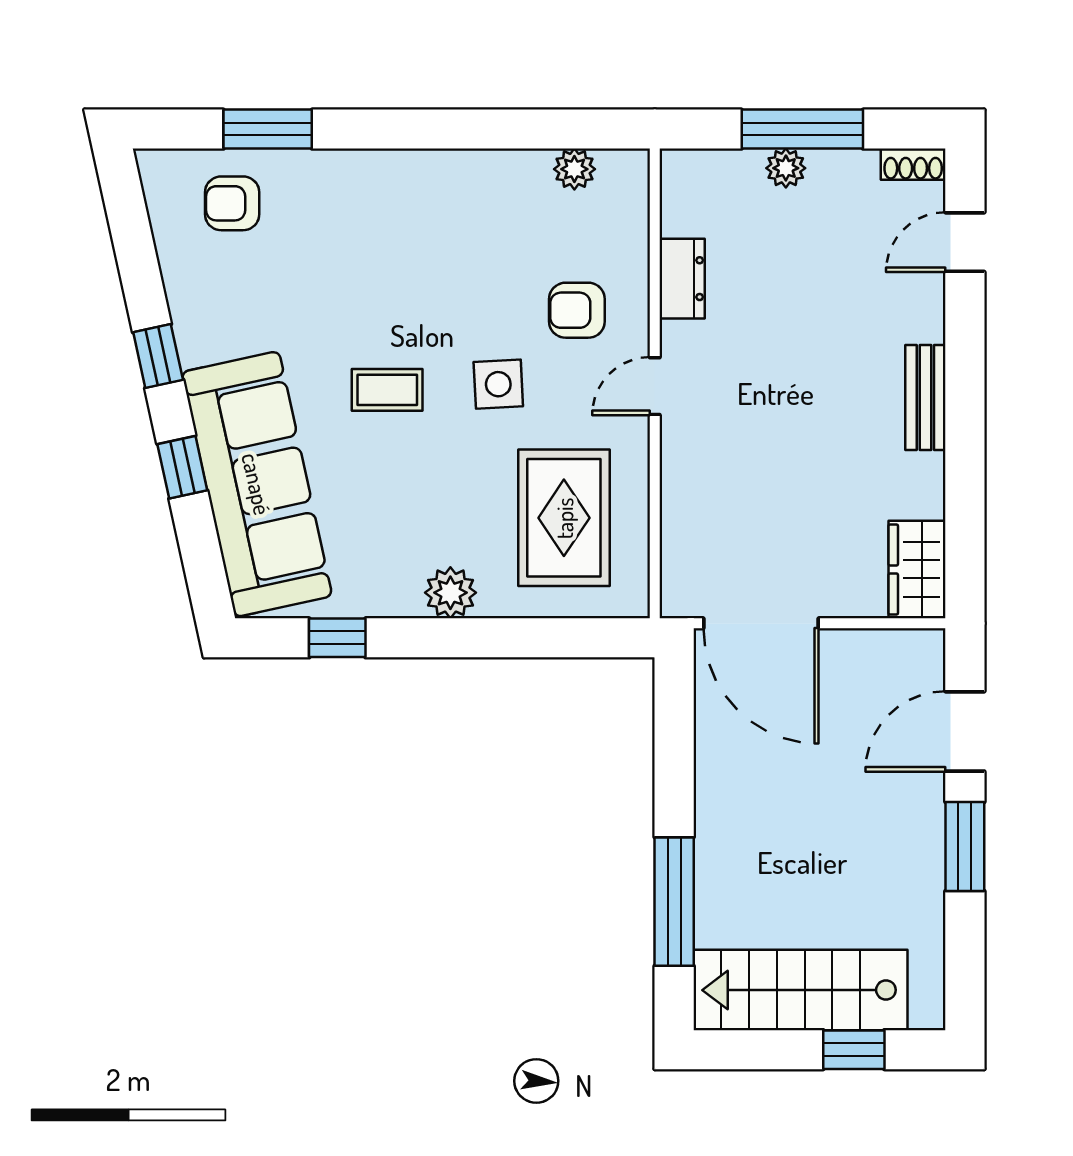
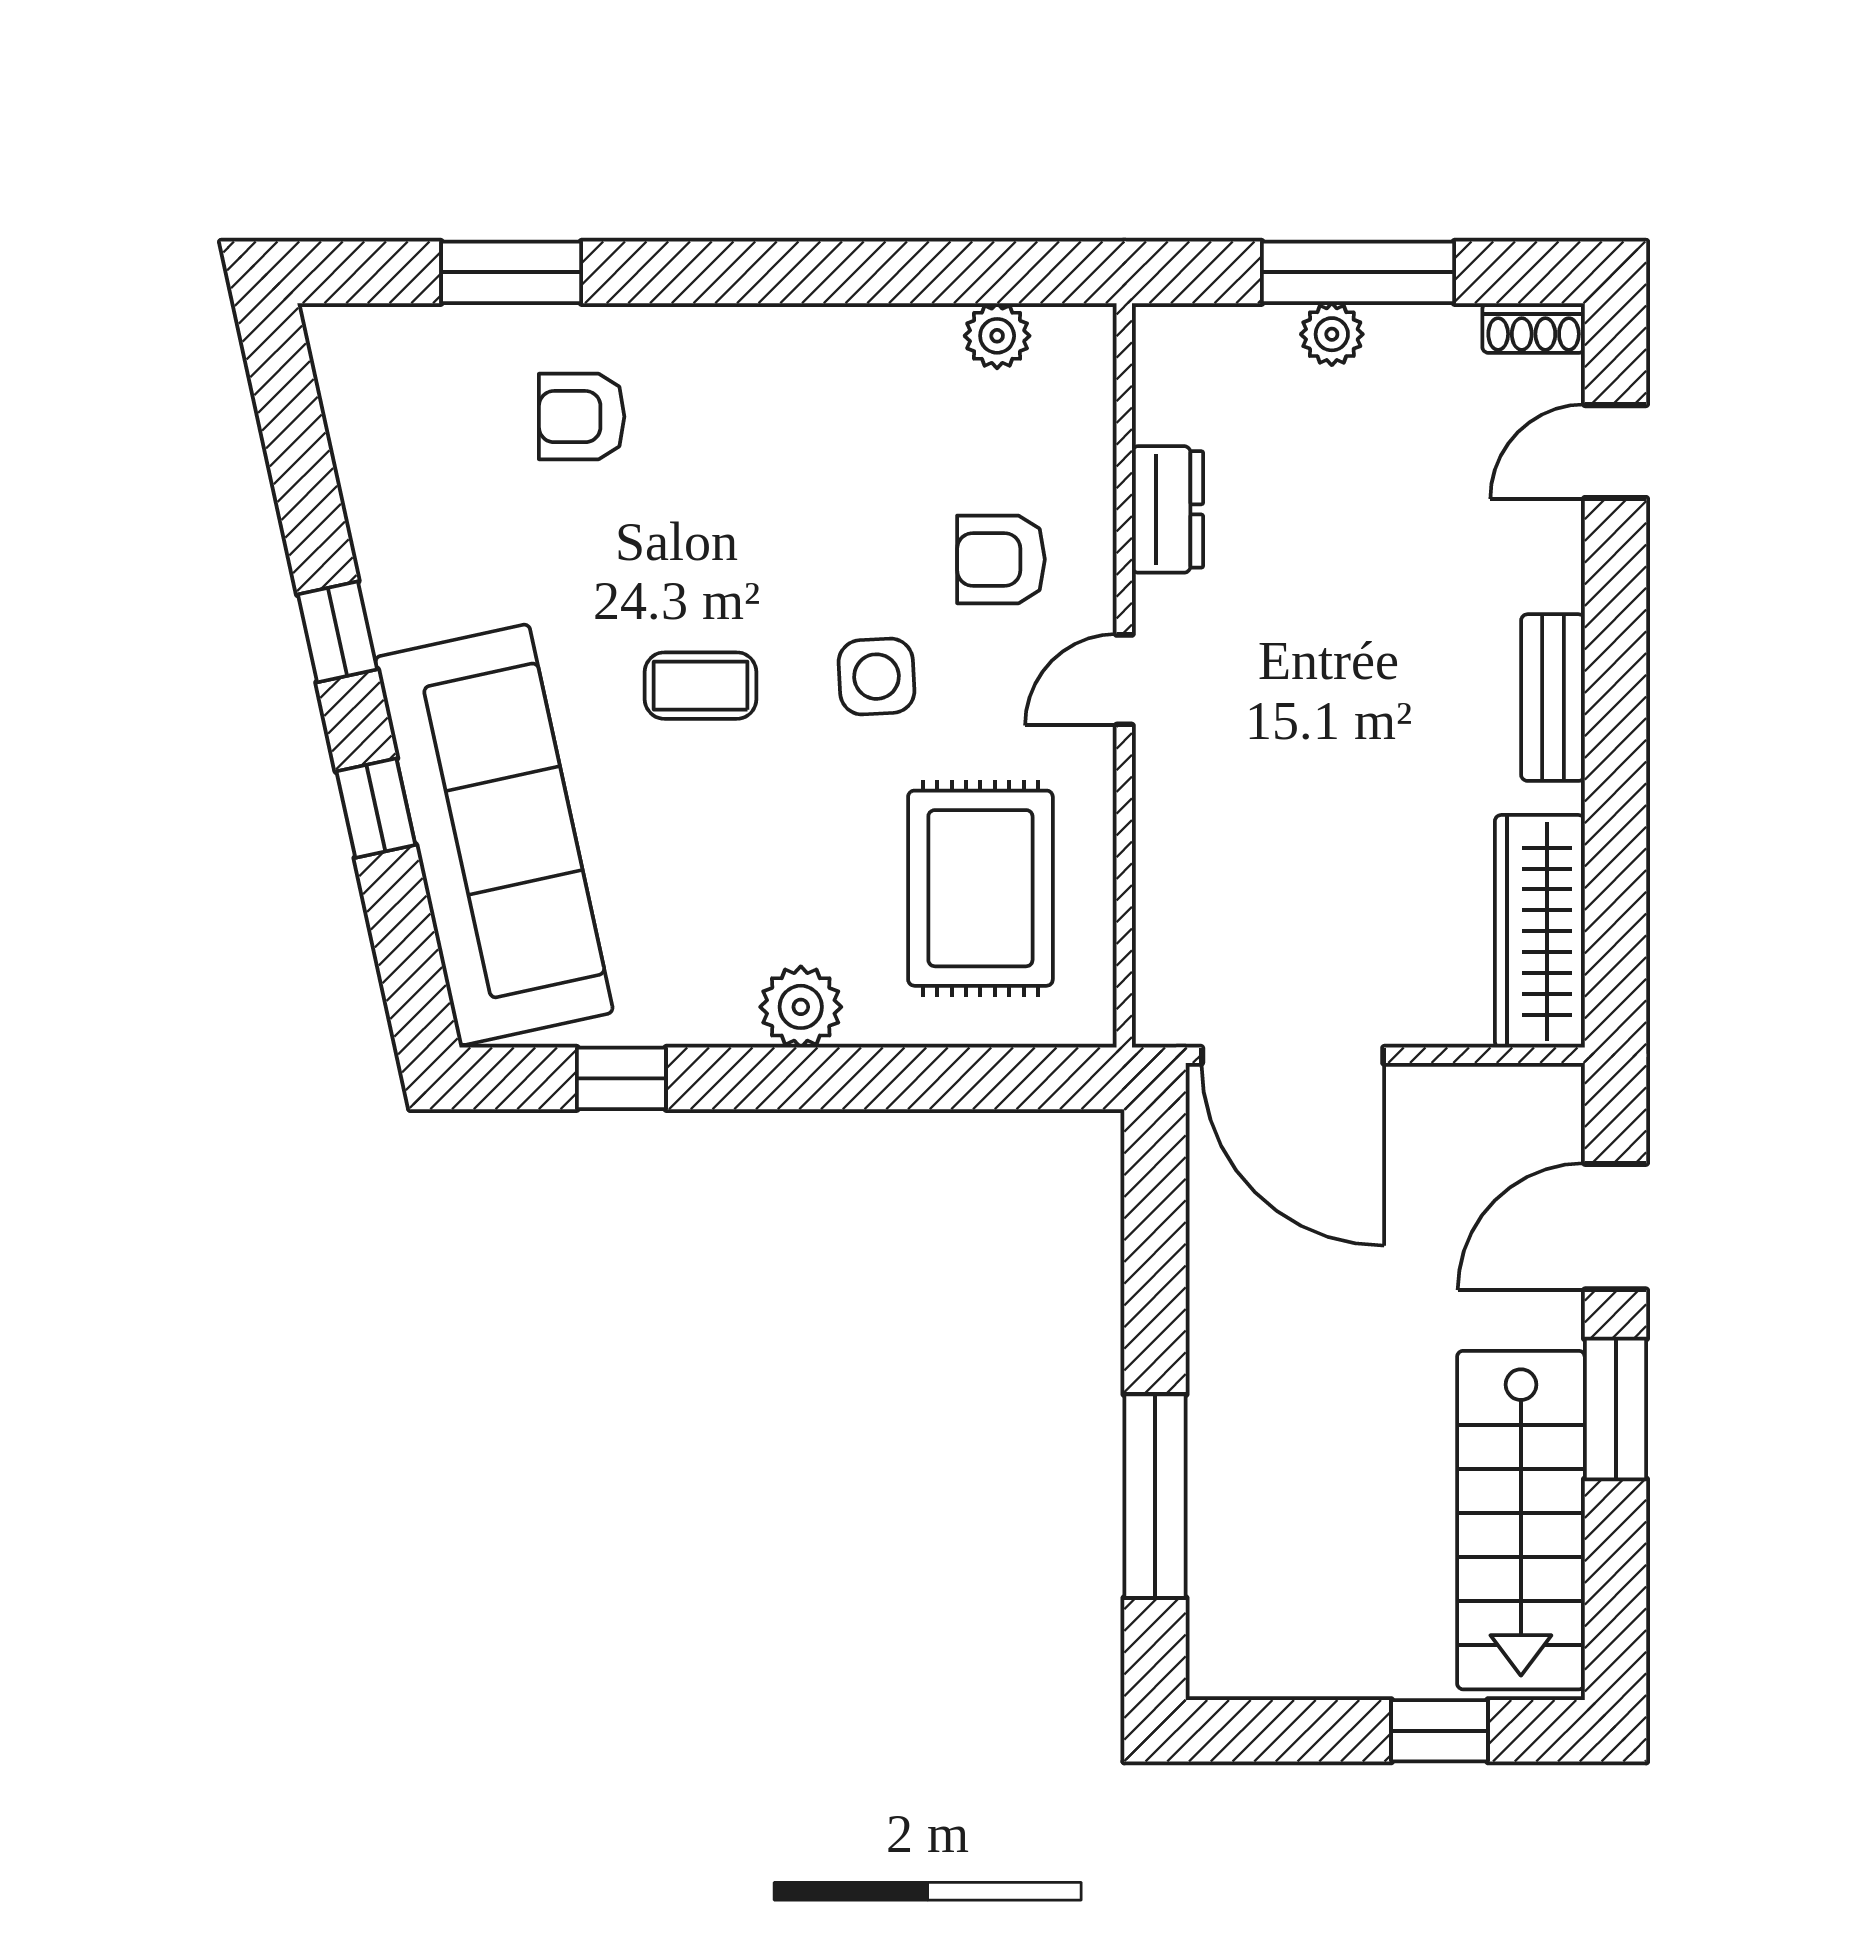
armchair: (232, 203) -> (582, 417), moved
wardrobe: (917, 569) -> (1540, 931), width x1.50
stairs: (800, 990) -> (1521, 1520), moved, turned -90

